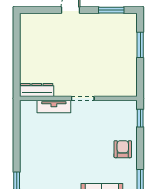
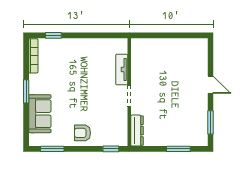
dresser: (37, 90) -> (137, 131), moved
armchair: (123, 149) -> (82, 133), turned 180

